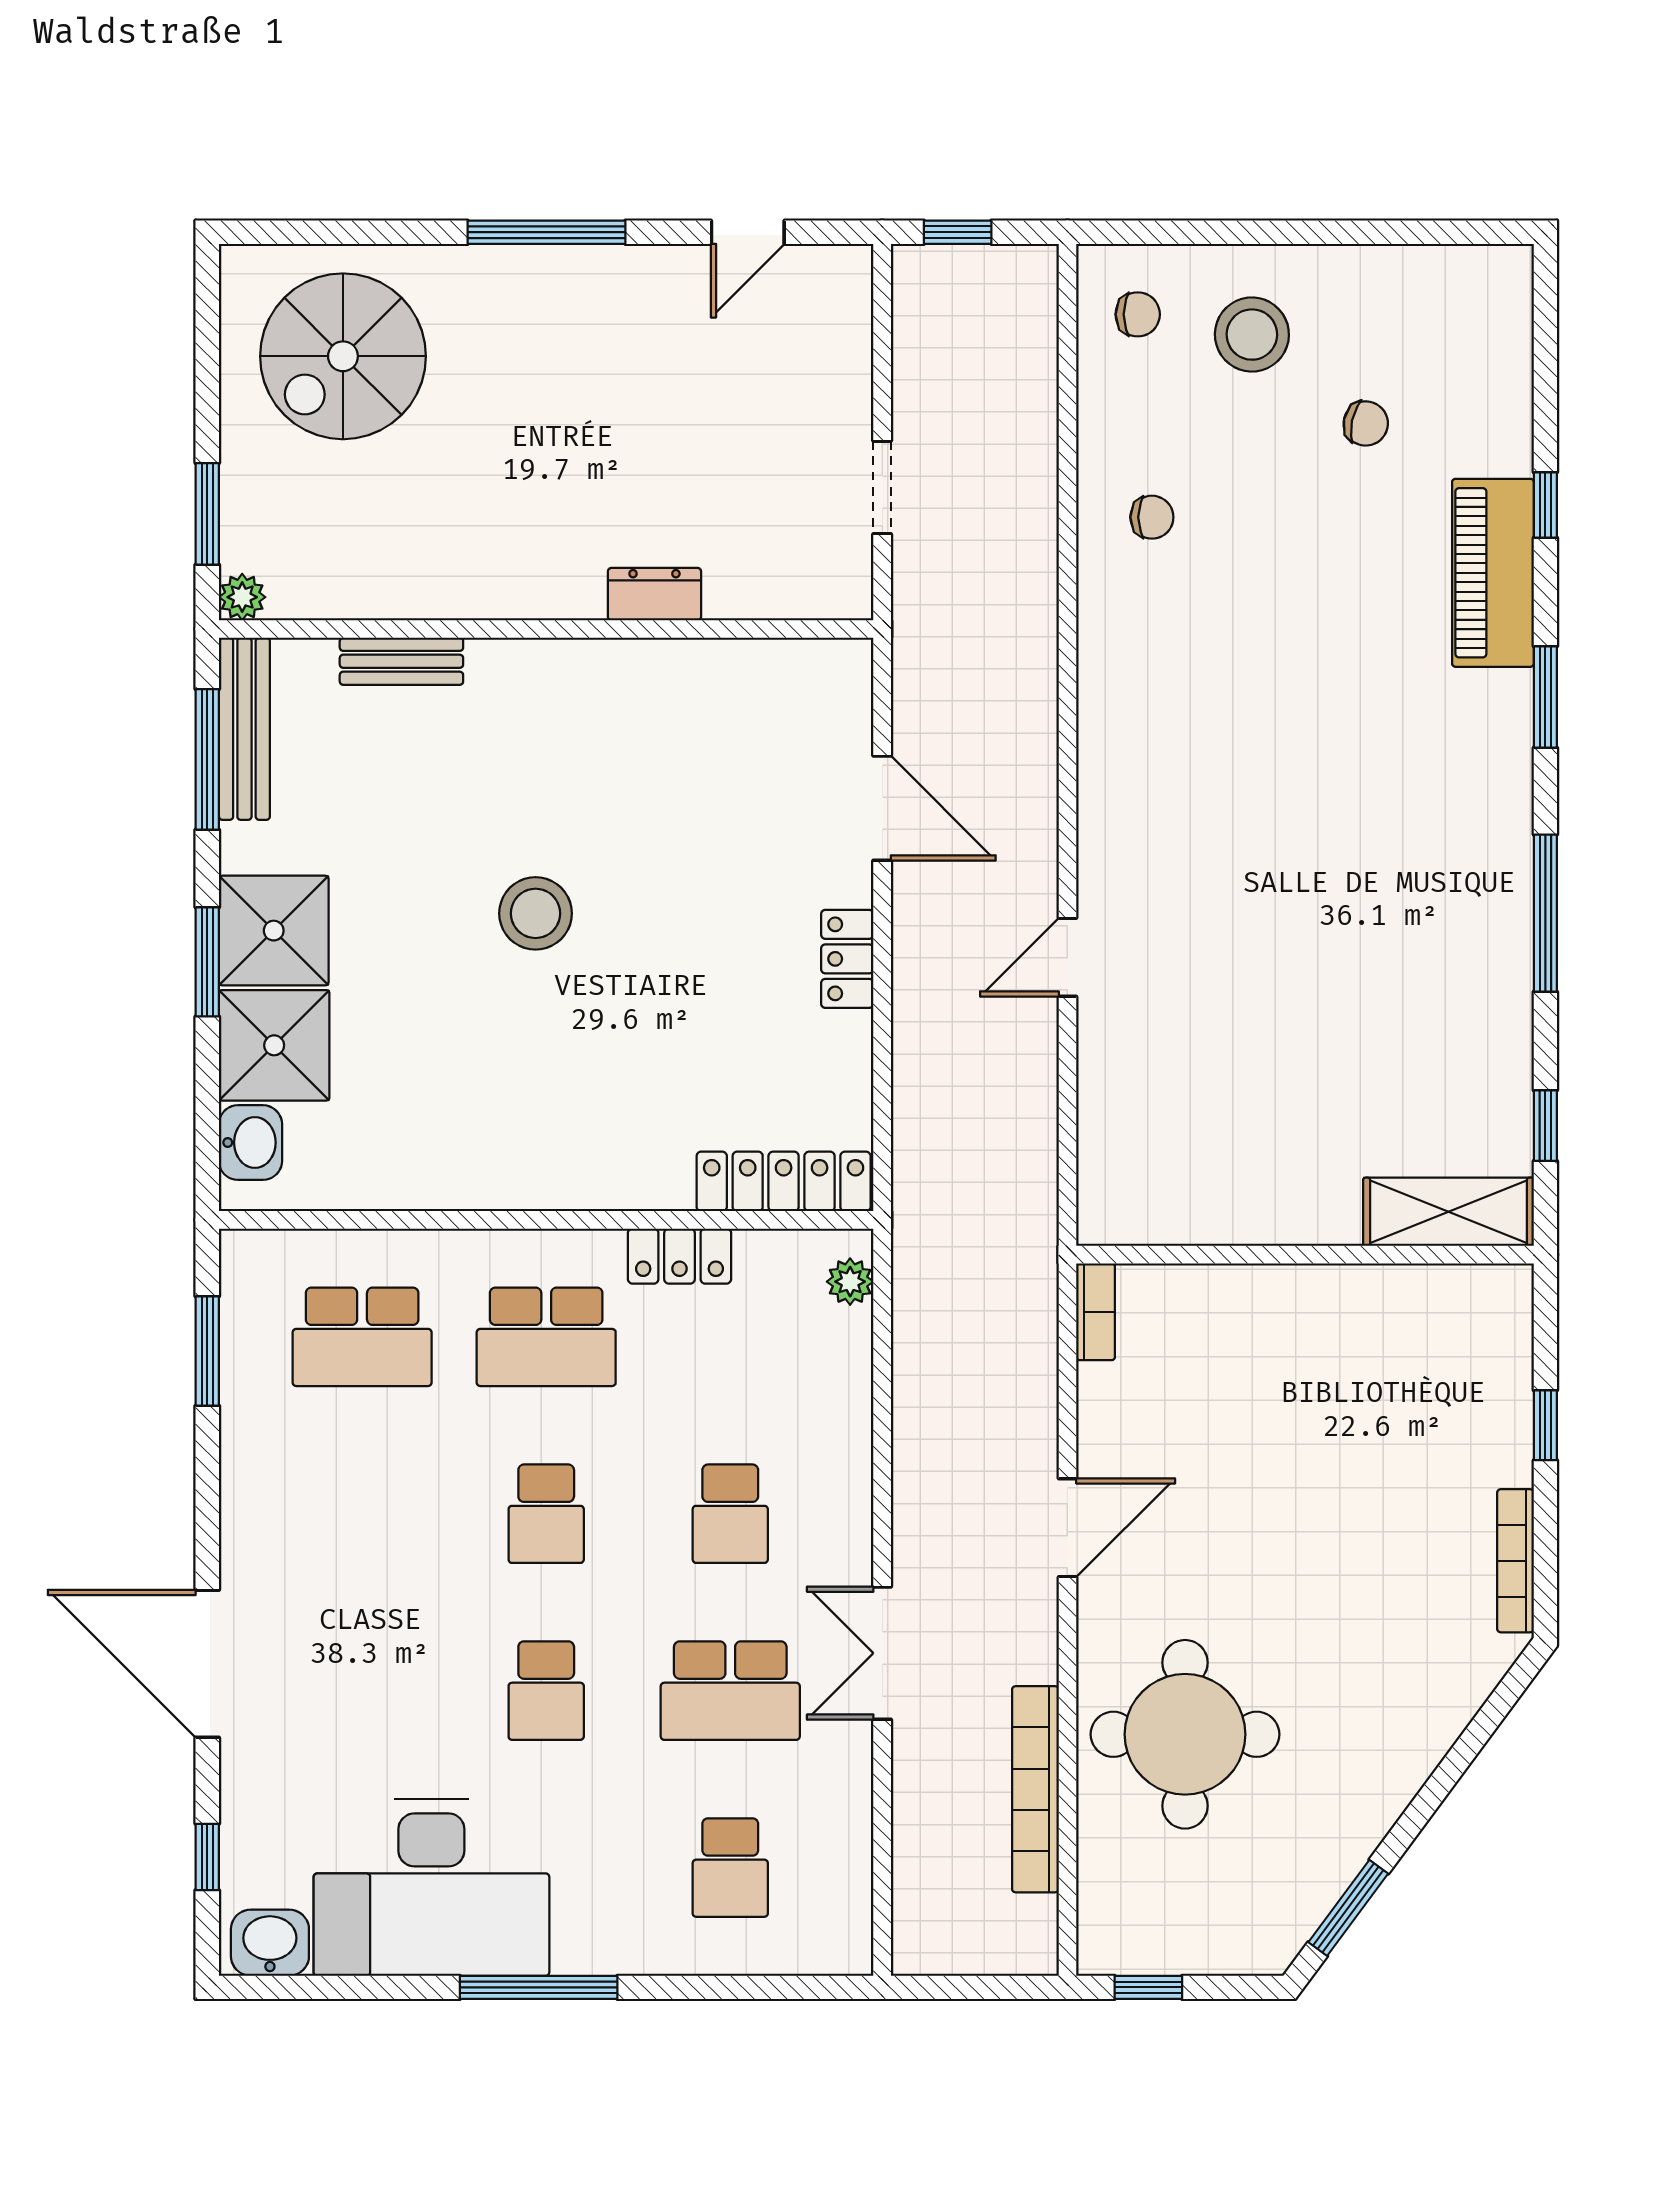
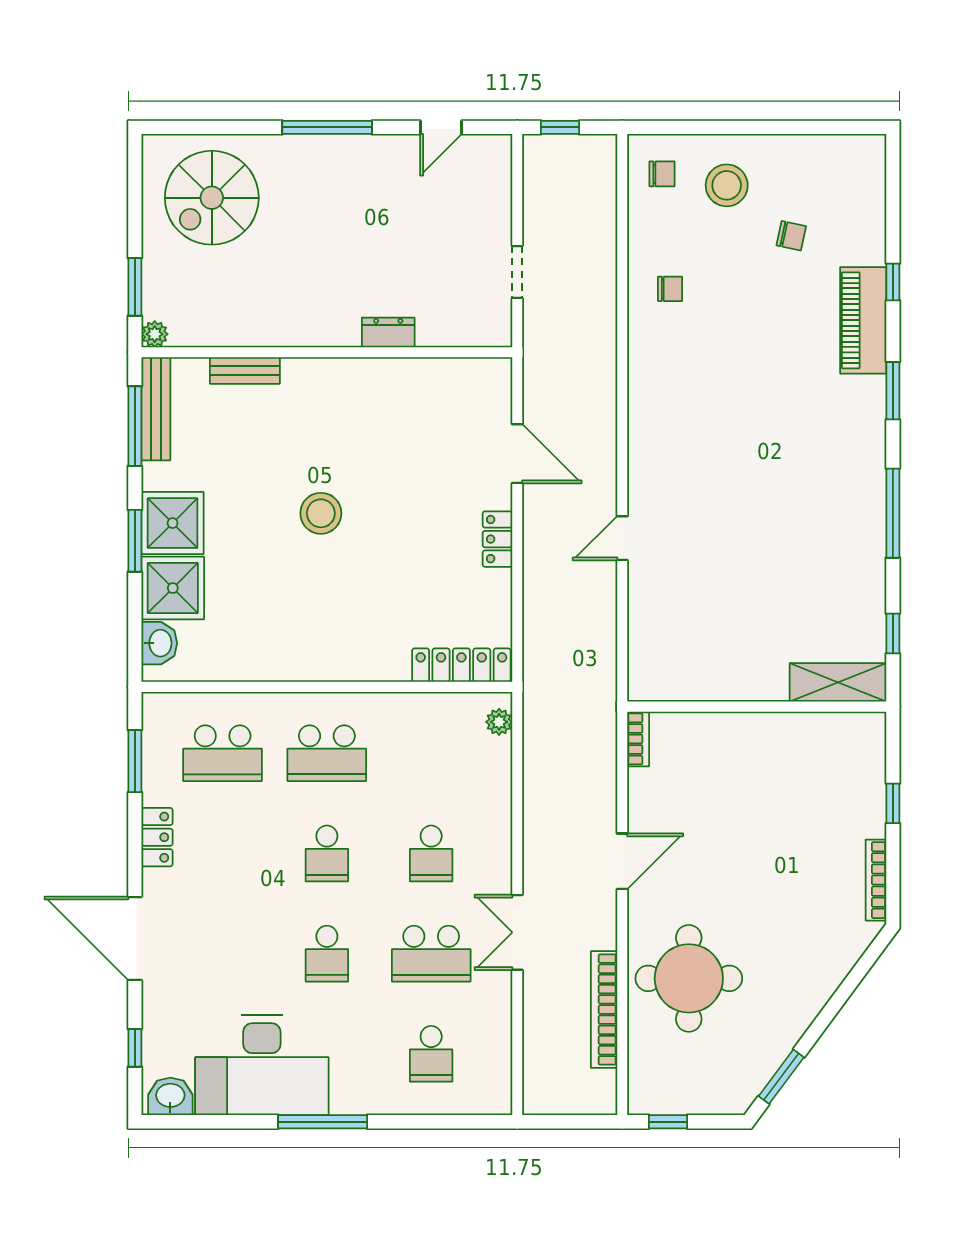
locker: (680, 1256) -> (157, 837), moved, turned -90

